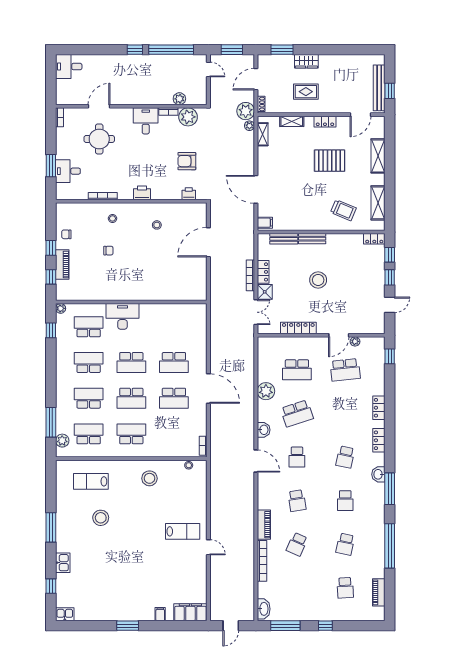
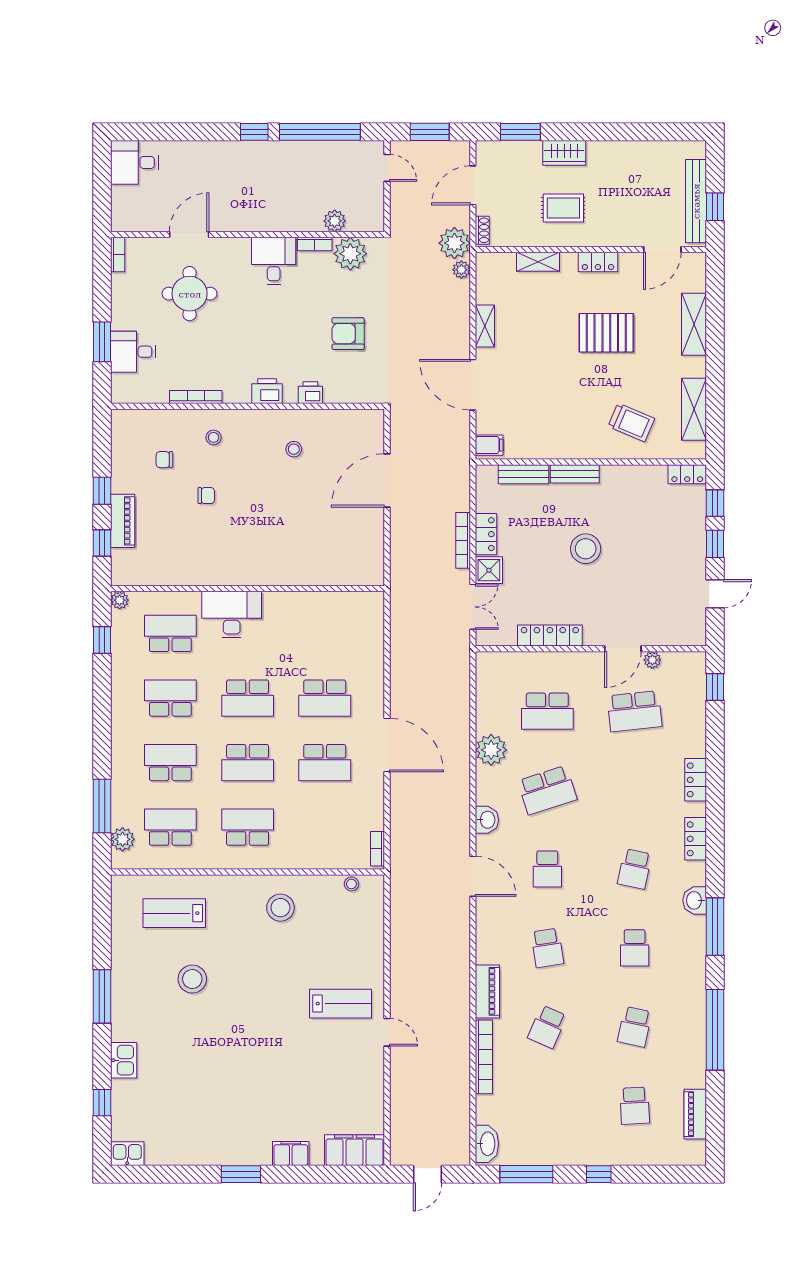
shelving: (263, 134) -> (485, 326), moved
printer: (189, 194) -> (310, 393), moved
chair: (66, 234) -> (164, 460), moved
filing cabinet: (160, 614) -> (291, 1153), width x2.00

